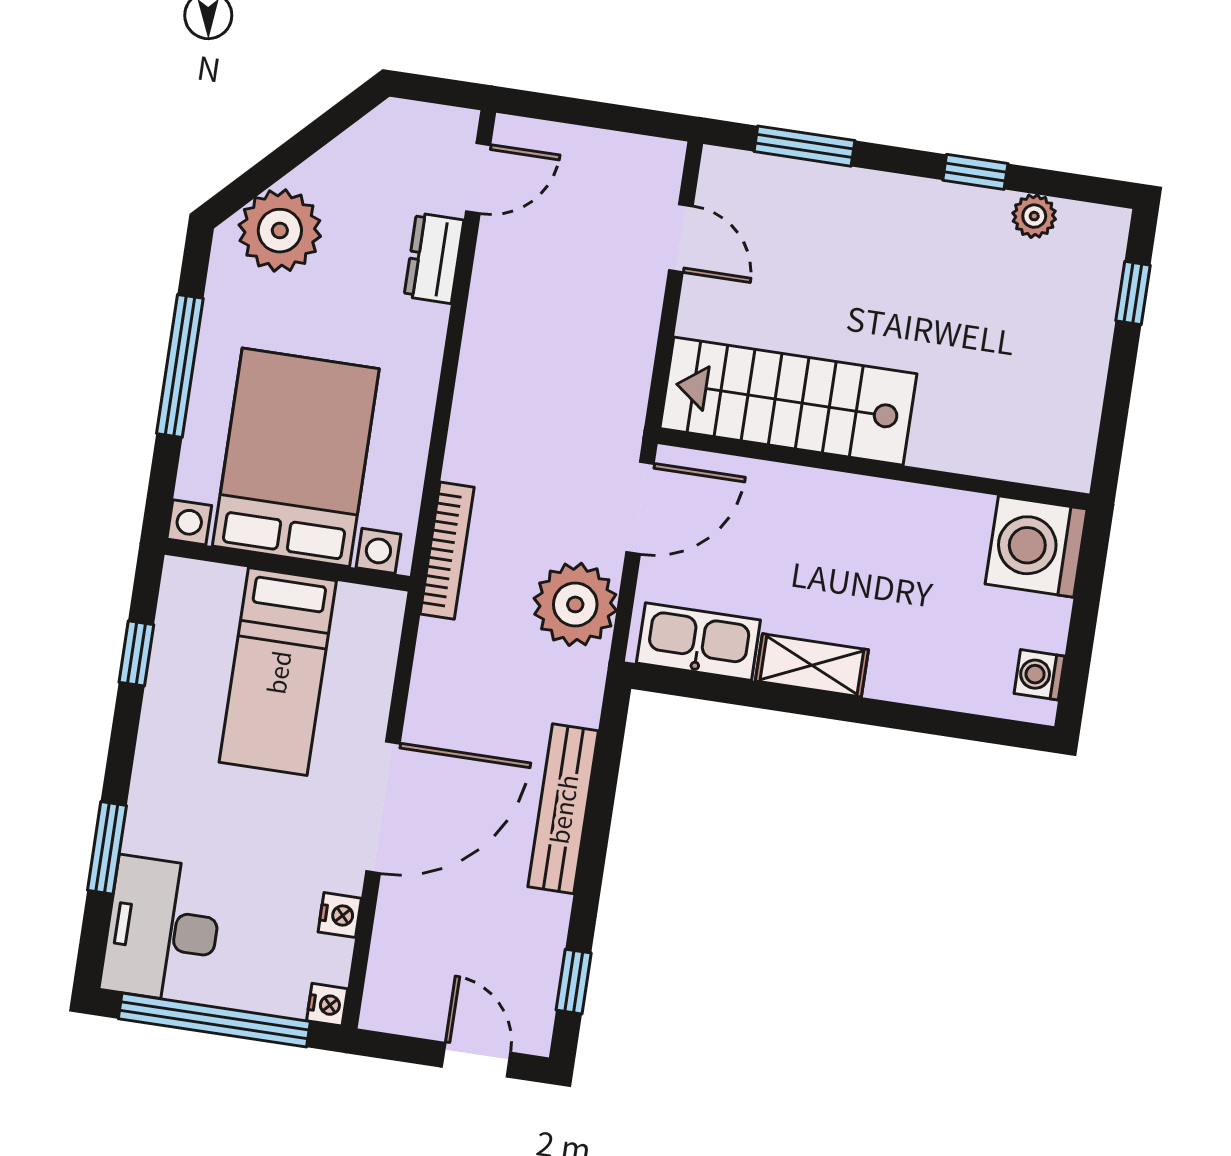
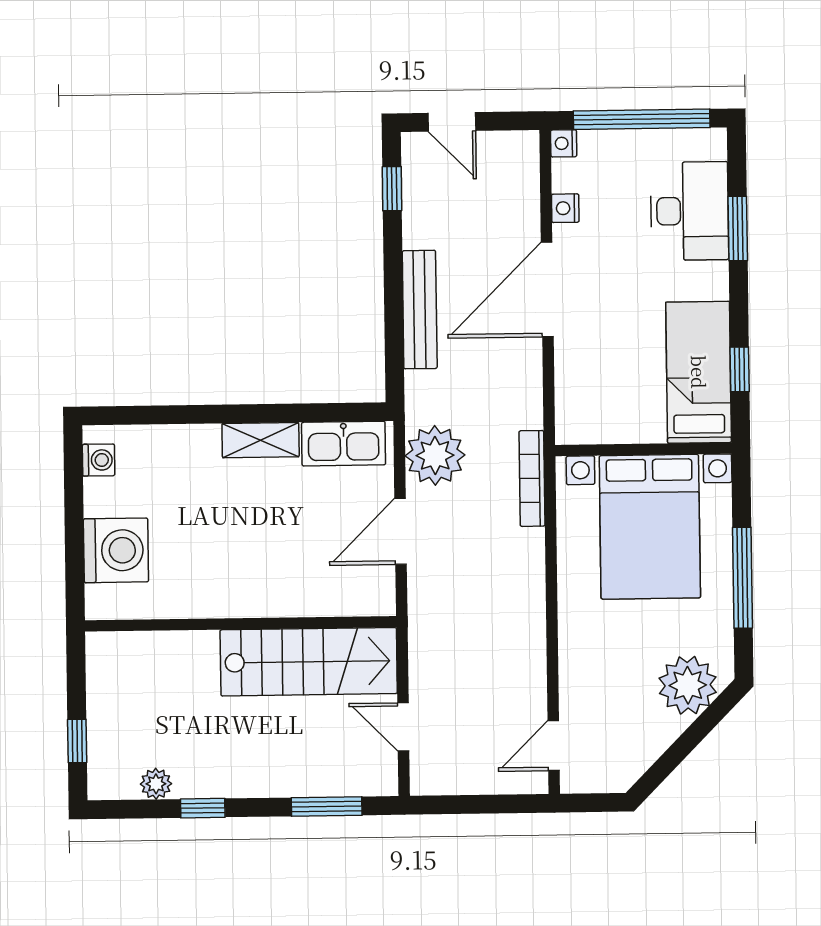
dresser: (434, 258) -> (575, 684), removed
stairs: (788, 401) -> (309, 662), moved
wall: (874, 469) -> (241, 624), moved
bed: (278, 672) -> (699, 372), moved
desk: (162, 930) -> (689, 211), moved

